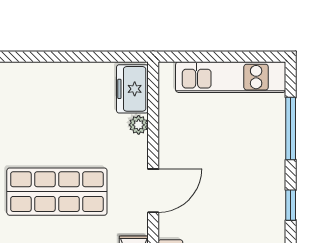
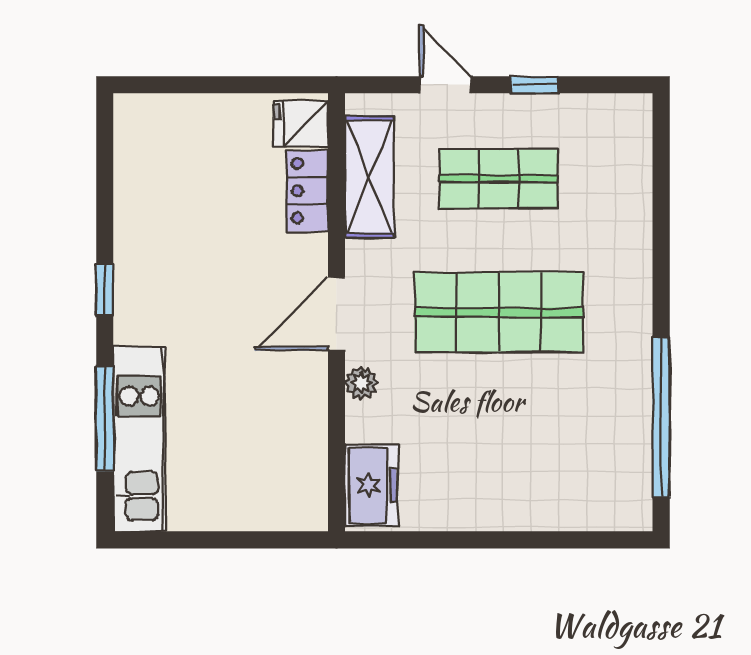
kitchen unit: (231, 77) -> (139, 439), moved, turned 90
plant: (139, 125) -> (361, 383), moved

